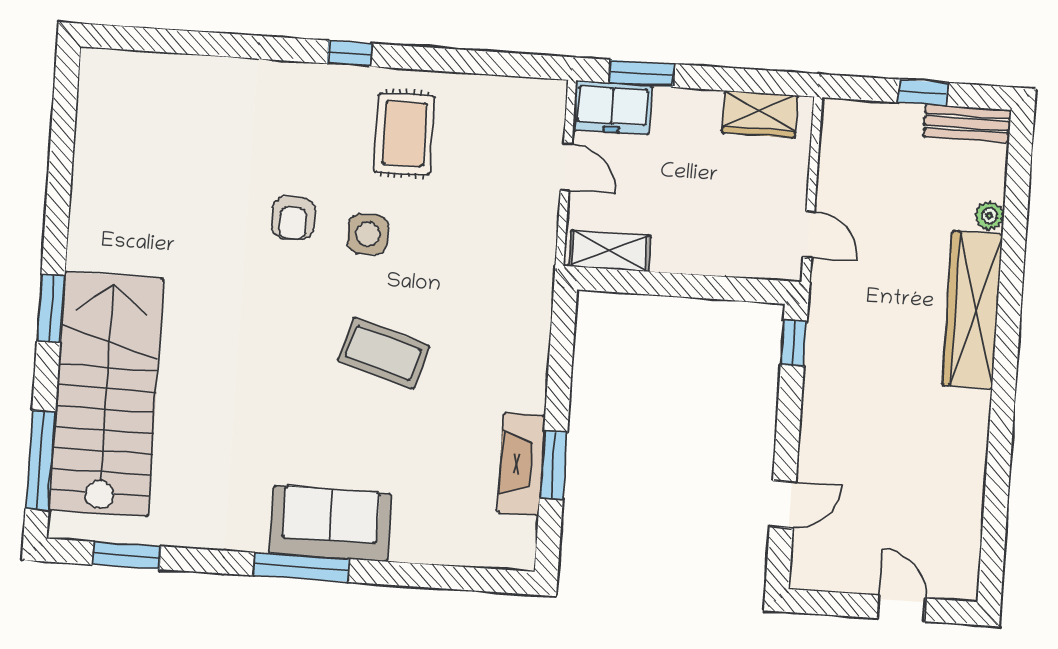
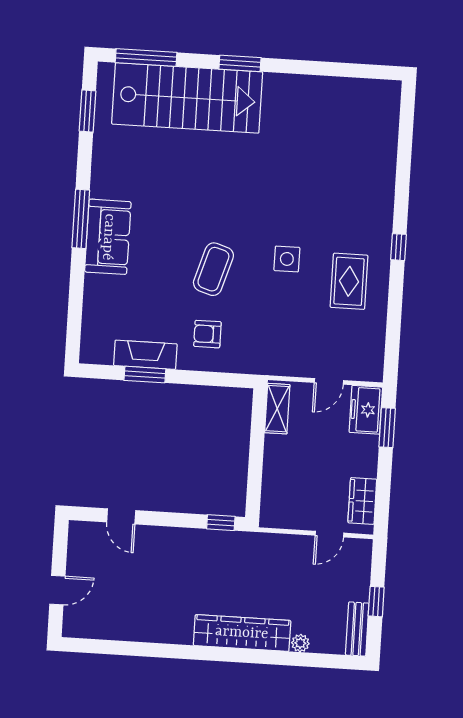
rug: (404, 134) -> (349, 281), turned 90
armchair: (293, 218) -> (207, 334), moved
door: (809, 234) -> (329, 534), moved

